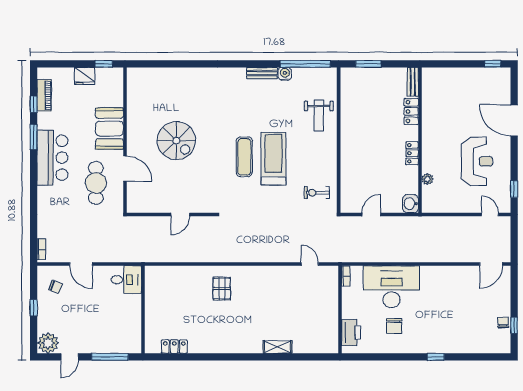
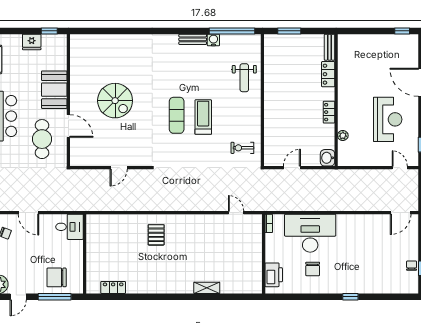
treadmill: (274, 159) -> (203, 117), width x0.73, depth x0.73
chair: (112, 335) -> (57, 277), added

